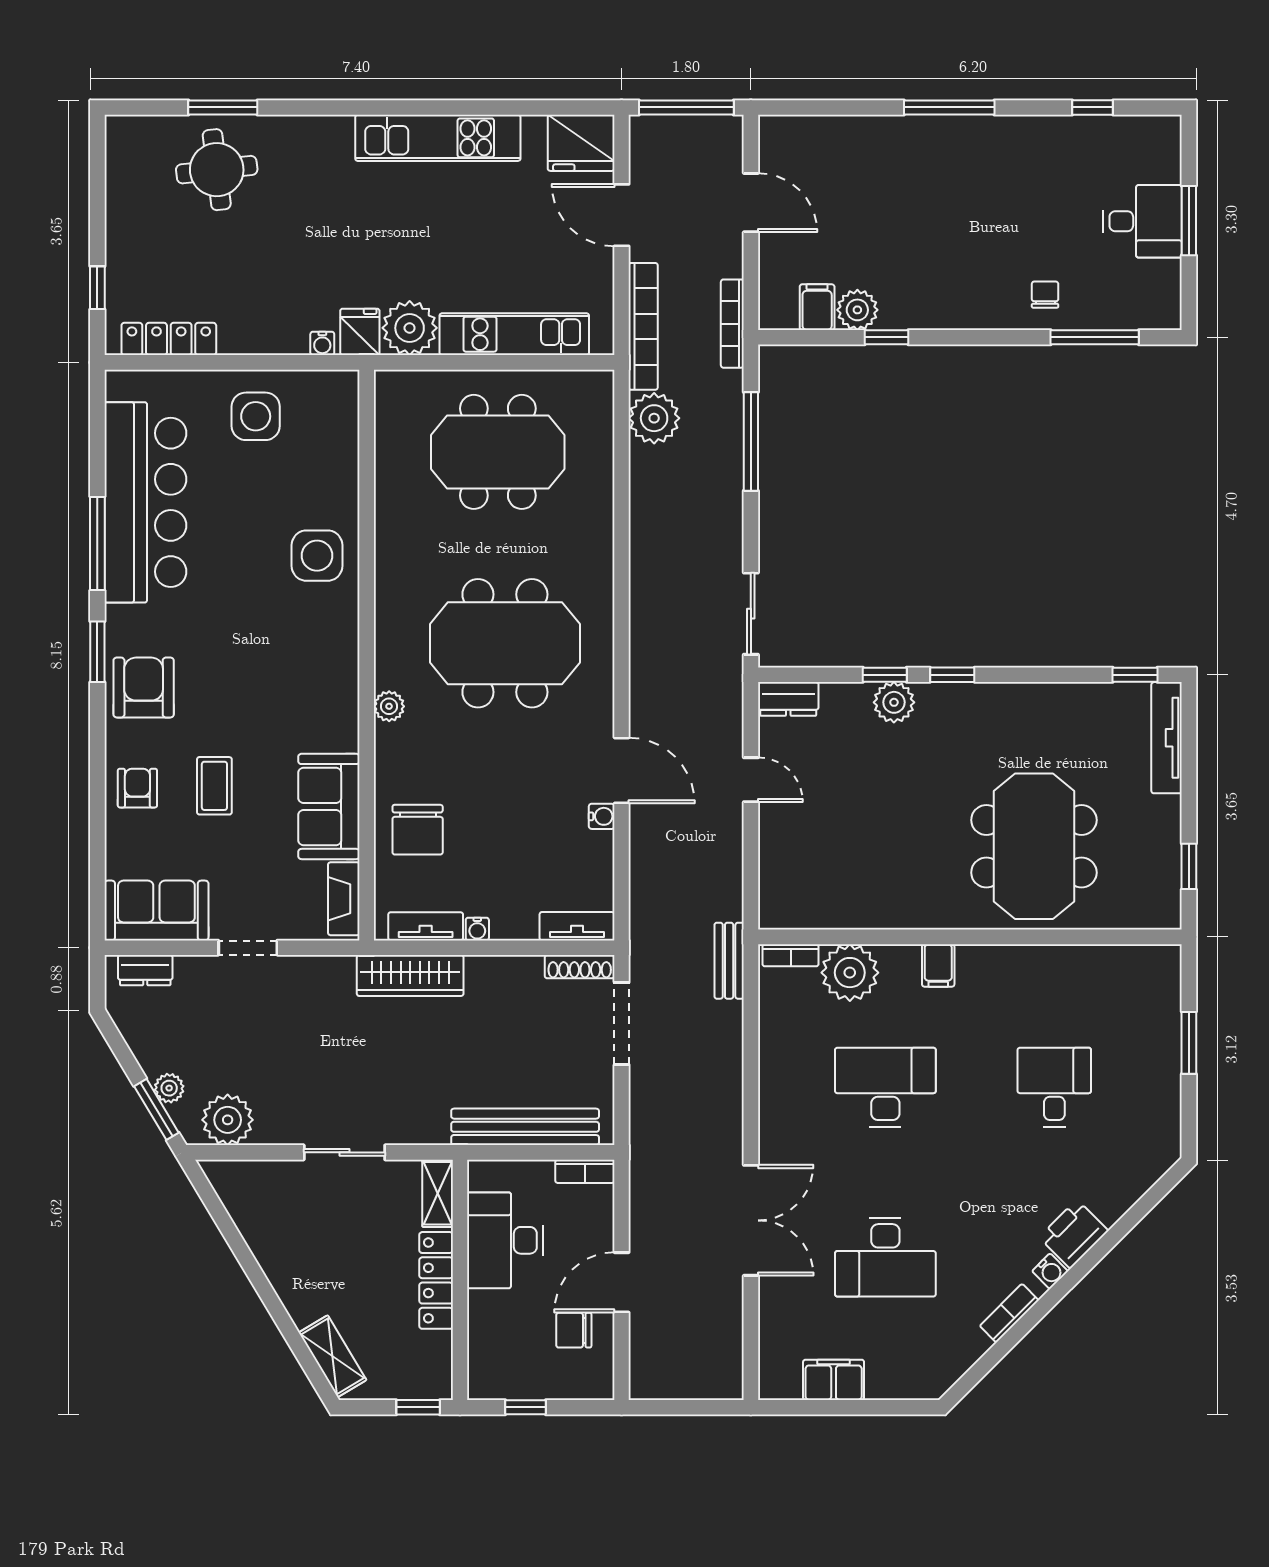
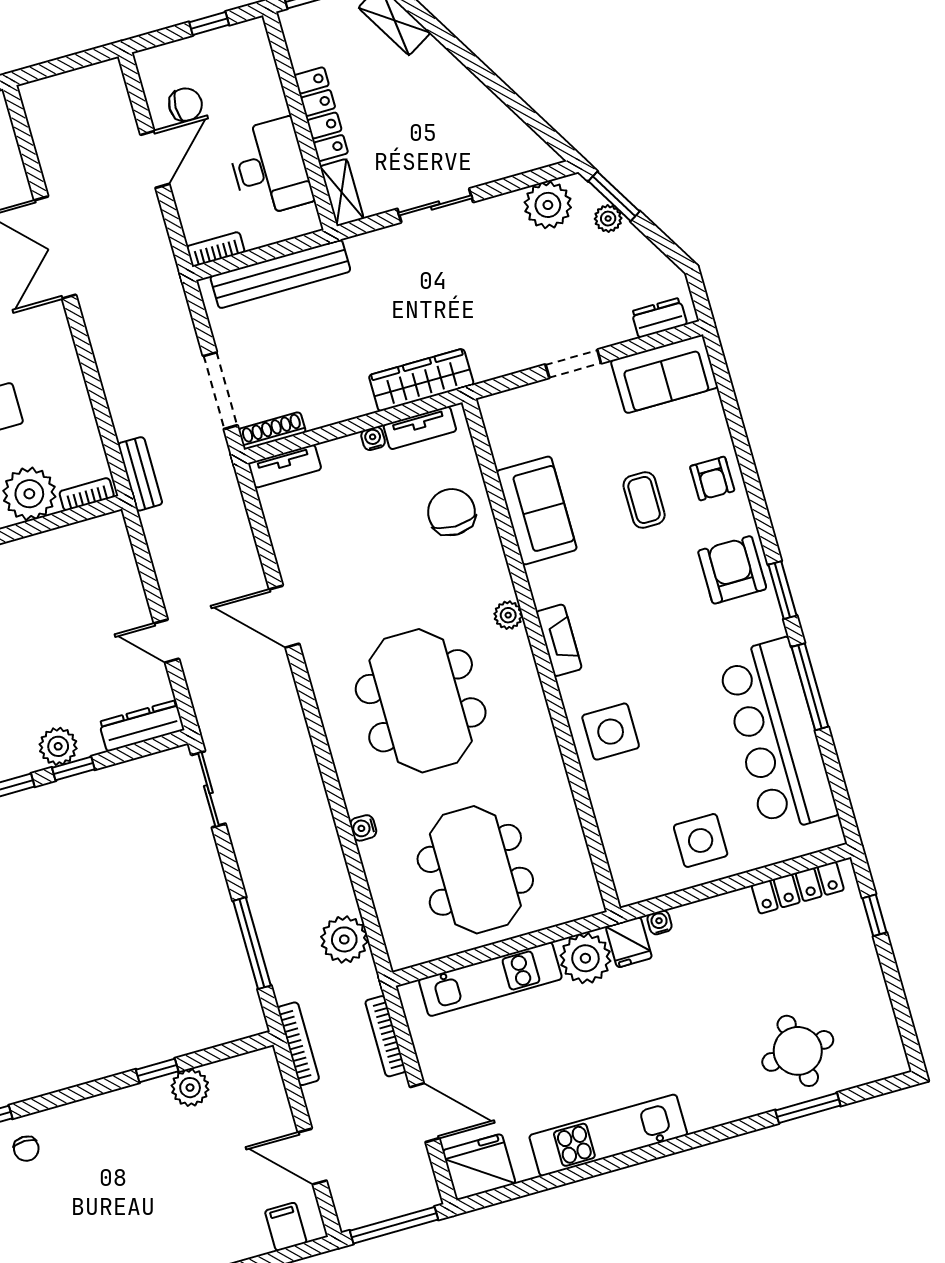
filing cabinet: (817, 307) -> (286, 1227), moved, turned 180
bookcase: (643, 326) -> (385, 1036), width x0.68, depth x0.76
meeting table: (498, 452) -> (475, 870), turned 90
meeting table: (505, 643) -> (421, 701), turned 90
armchair: (144, 688) -> (732, 570), turned 180
dresser: (788, 699) -> (142, 726), width x1.44
water cooler: (602, 816) -> (363, 828), moved
fireplace: (344, 899) -> (559, 640), moved

